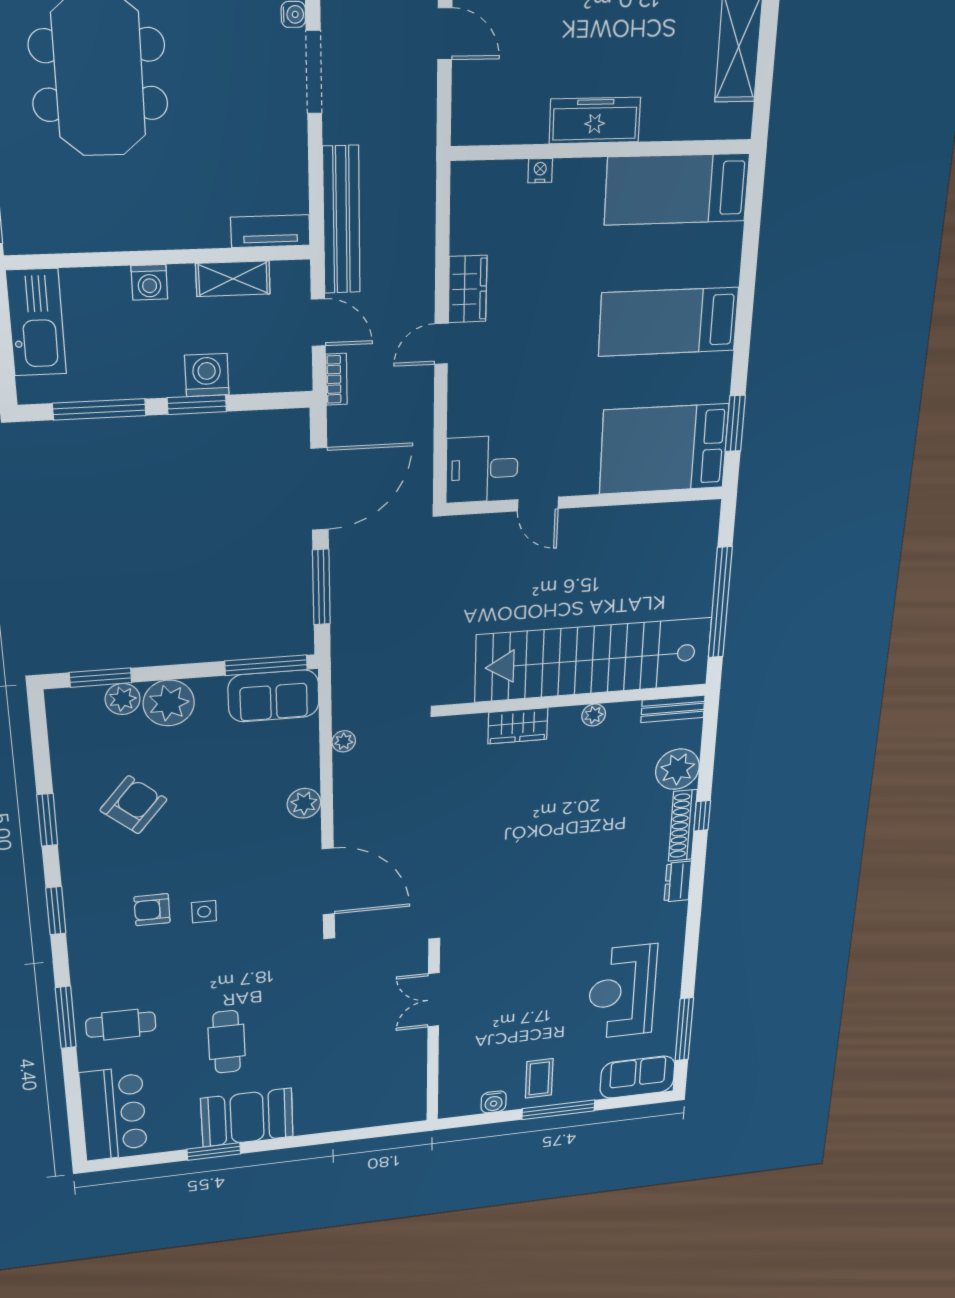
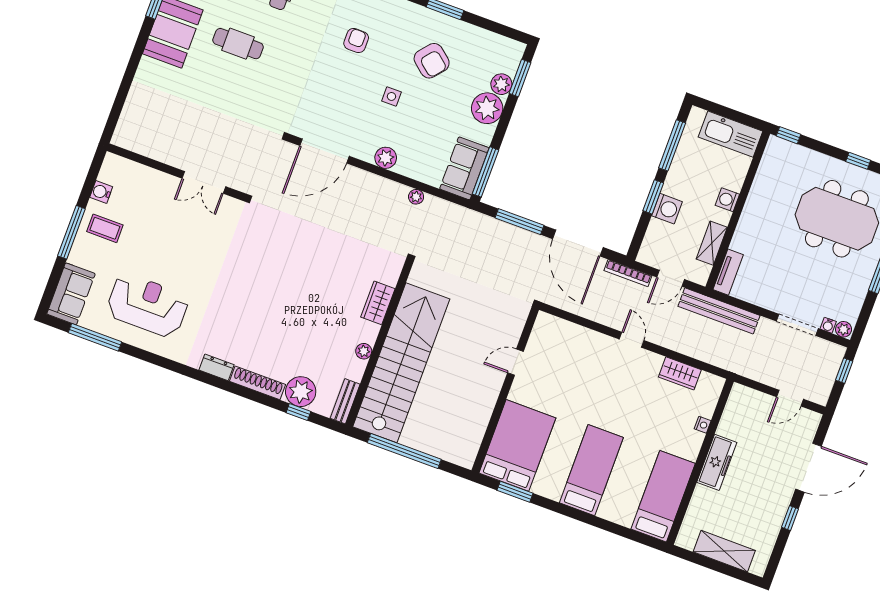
wardrobe: (468, 289) -> (680, 373), moved
bookcase: (336, 379) -> (628, 273), width x1.56
desk: (482, 469) -> (550, 337), removed
window: (702, 816) -> (298, 412), moved
side table: (204, 912) -> (391, 96), moved
double door: (434, 1000) -> (204, 182), swing flipped

